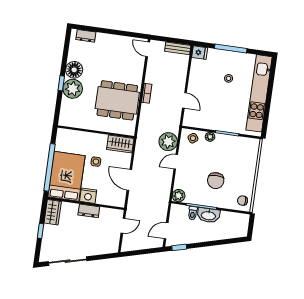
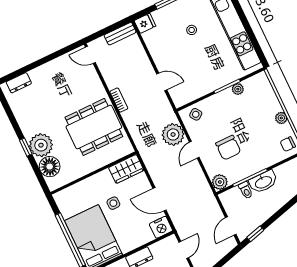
floor lamp: (74, 70) -> (50, 167), moved
plant: (210, 137) -> (238, 89), moved
plant: (250, 180) -> (281, 118), added
chair: (216, 181) -> (228, 148), moved
nightstand: (88, 196) -> (161, 227), moved

